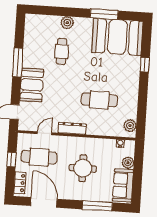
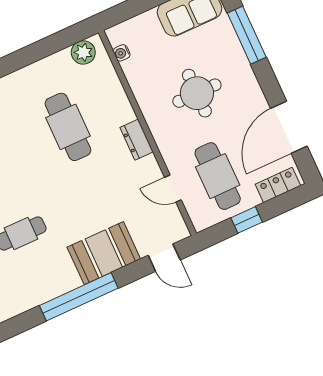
window: (18, 62) -> (79, 297), width x1.46
dresser: (72, 128) -> (137, 140), width x0.70
plant: (128, 163) -> (147, 23), removed

